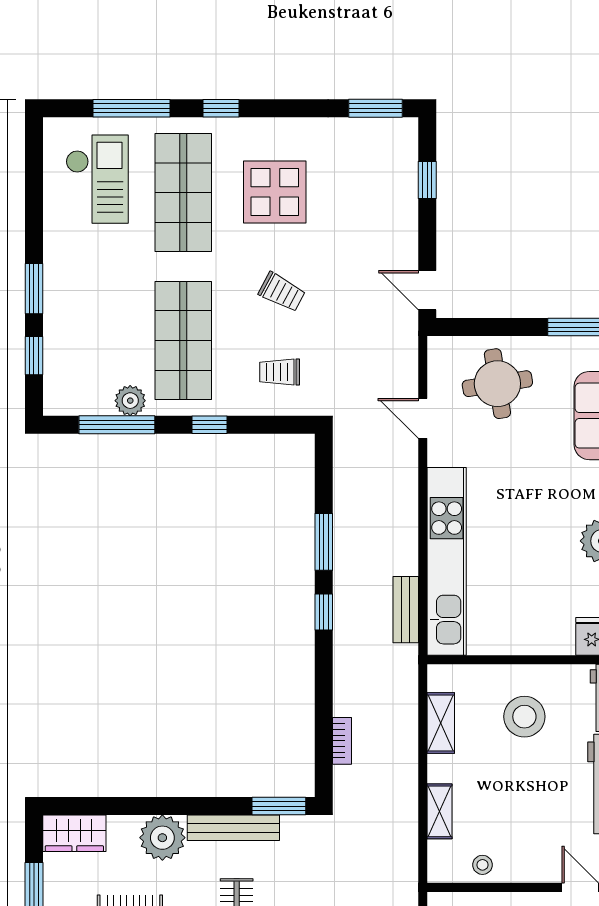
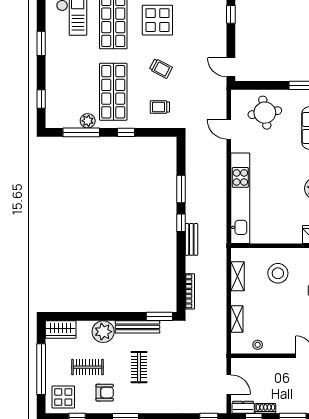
window: (34, 289) -> (41, 43), moved
bench: (406, 610) -> (191, 239), moved
bookcase: (342, 741) -> (190, 291), width x1.56

